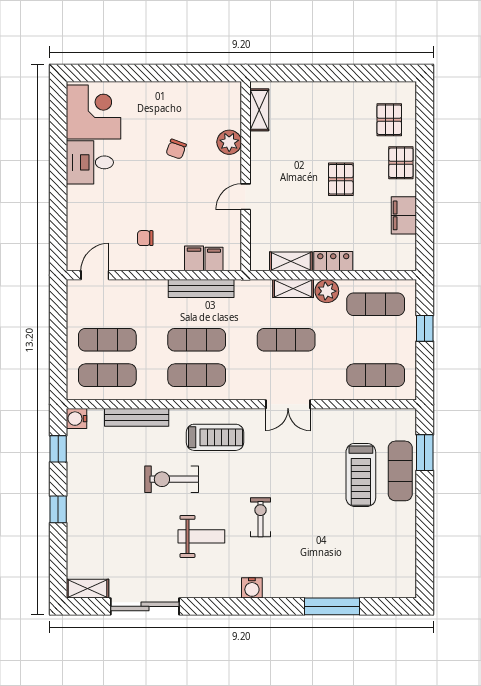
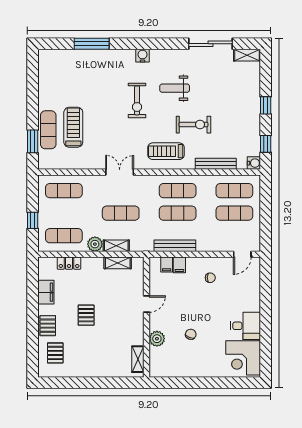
locker: (333, 261) -> (69, 263), moved
exercise bike: (261, 517) -> (137, 100), width x1.38, depth x1.39

